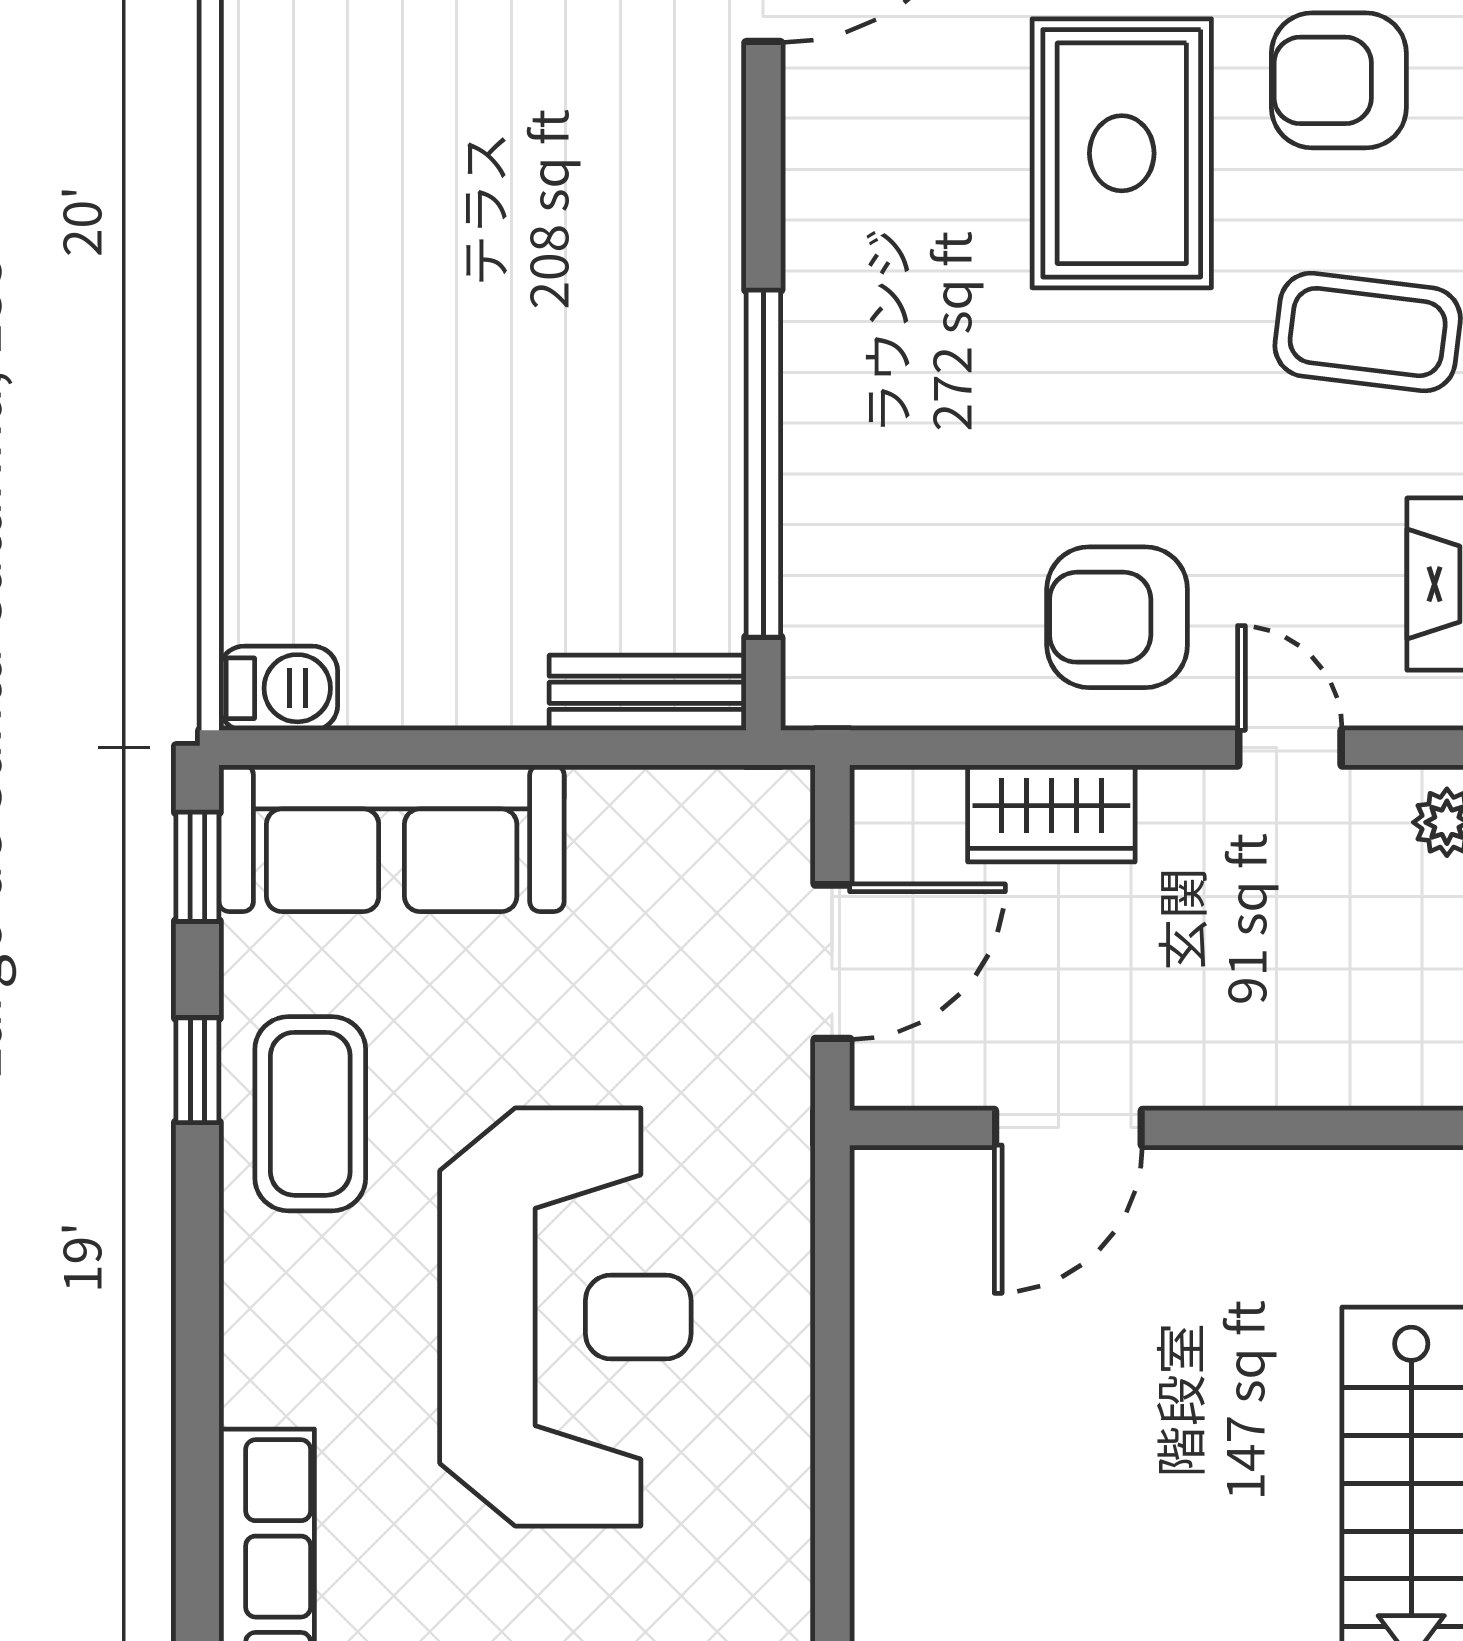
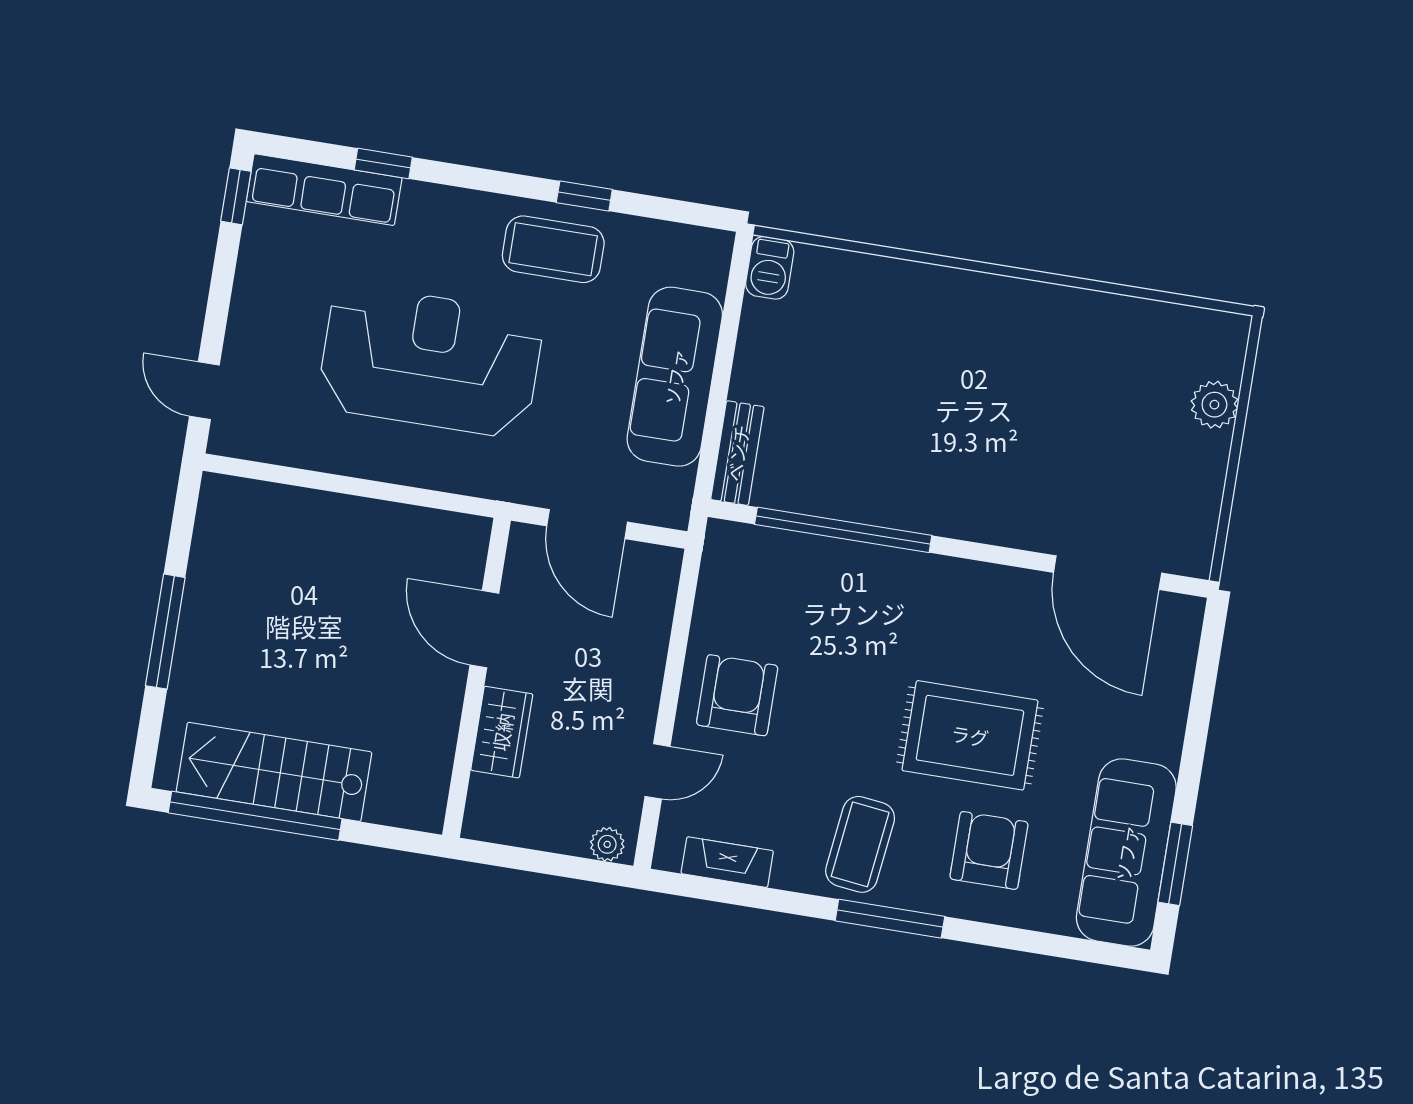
wardrobe: (1051, 813) -> (502, 732), moved, turned 180
sofa: (392, 838) -> (675, 377), moved
window: (197, 867) -> (383, 163), moved
reception desk: (565, 1317) -> (430, 361), turned 180

